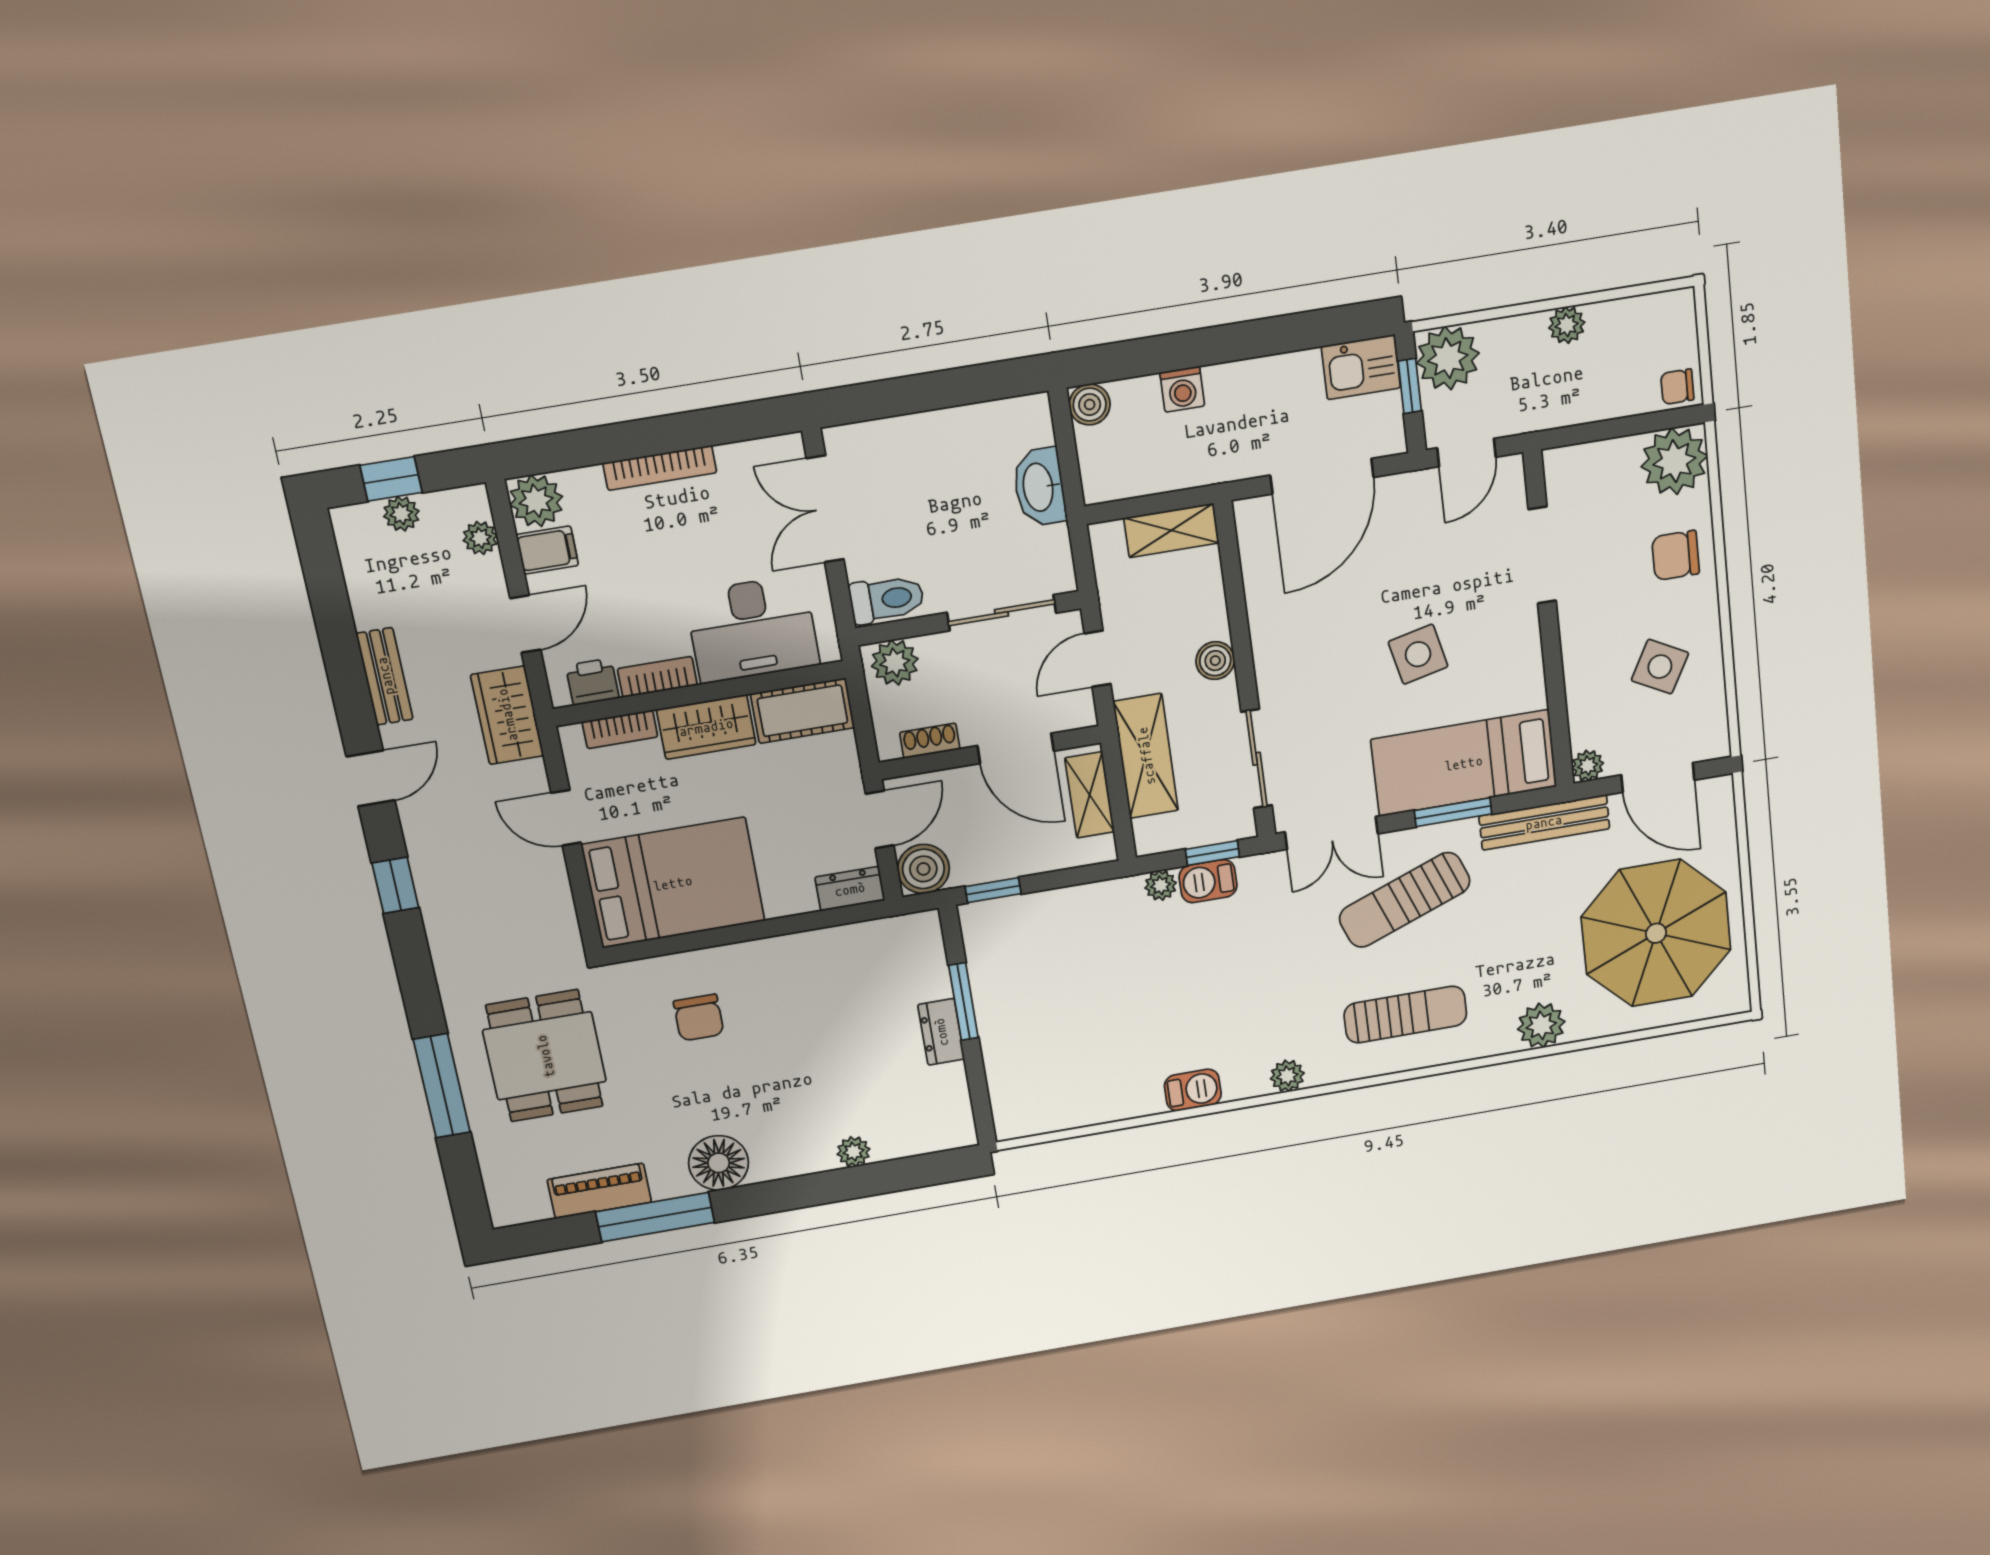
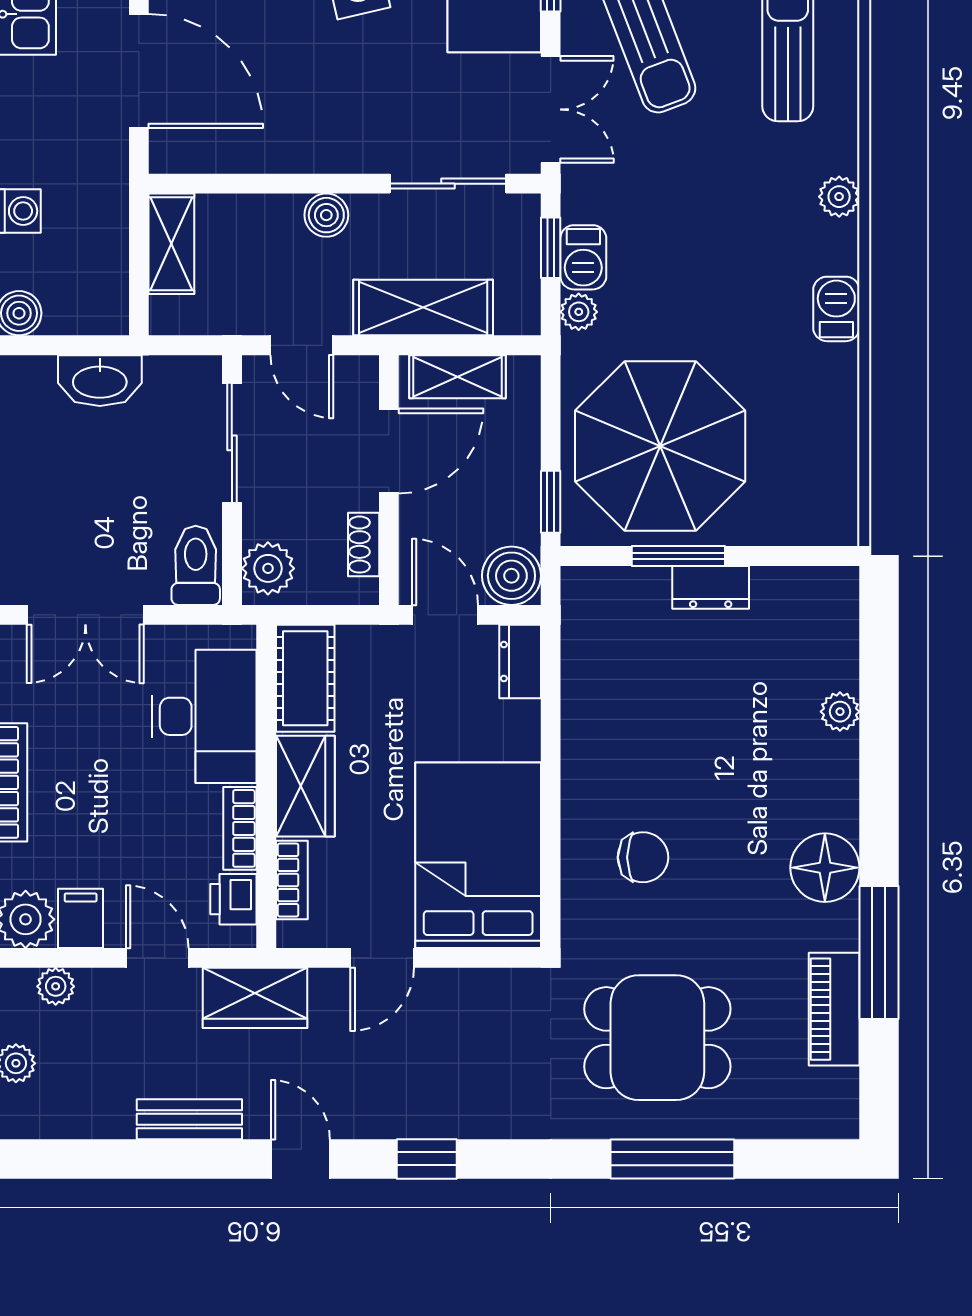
parasol: (1055, 971) -> (660, 446), added

